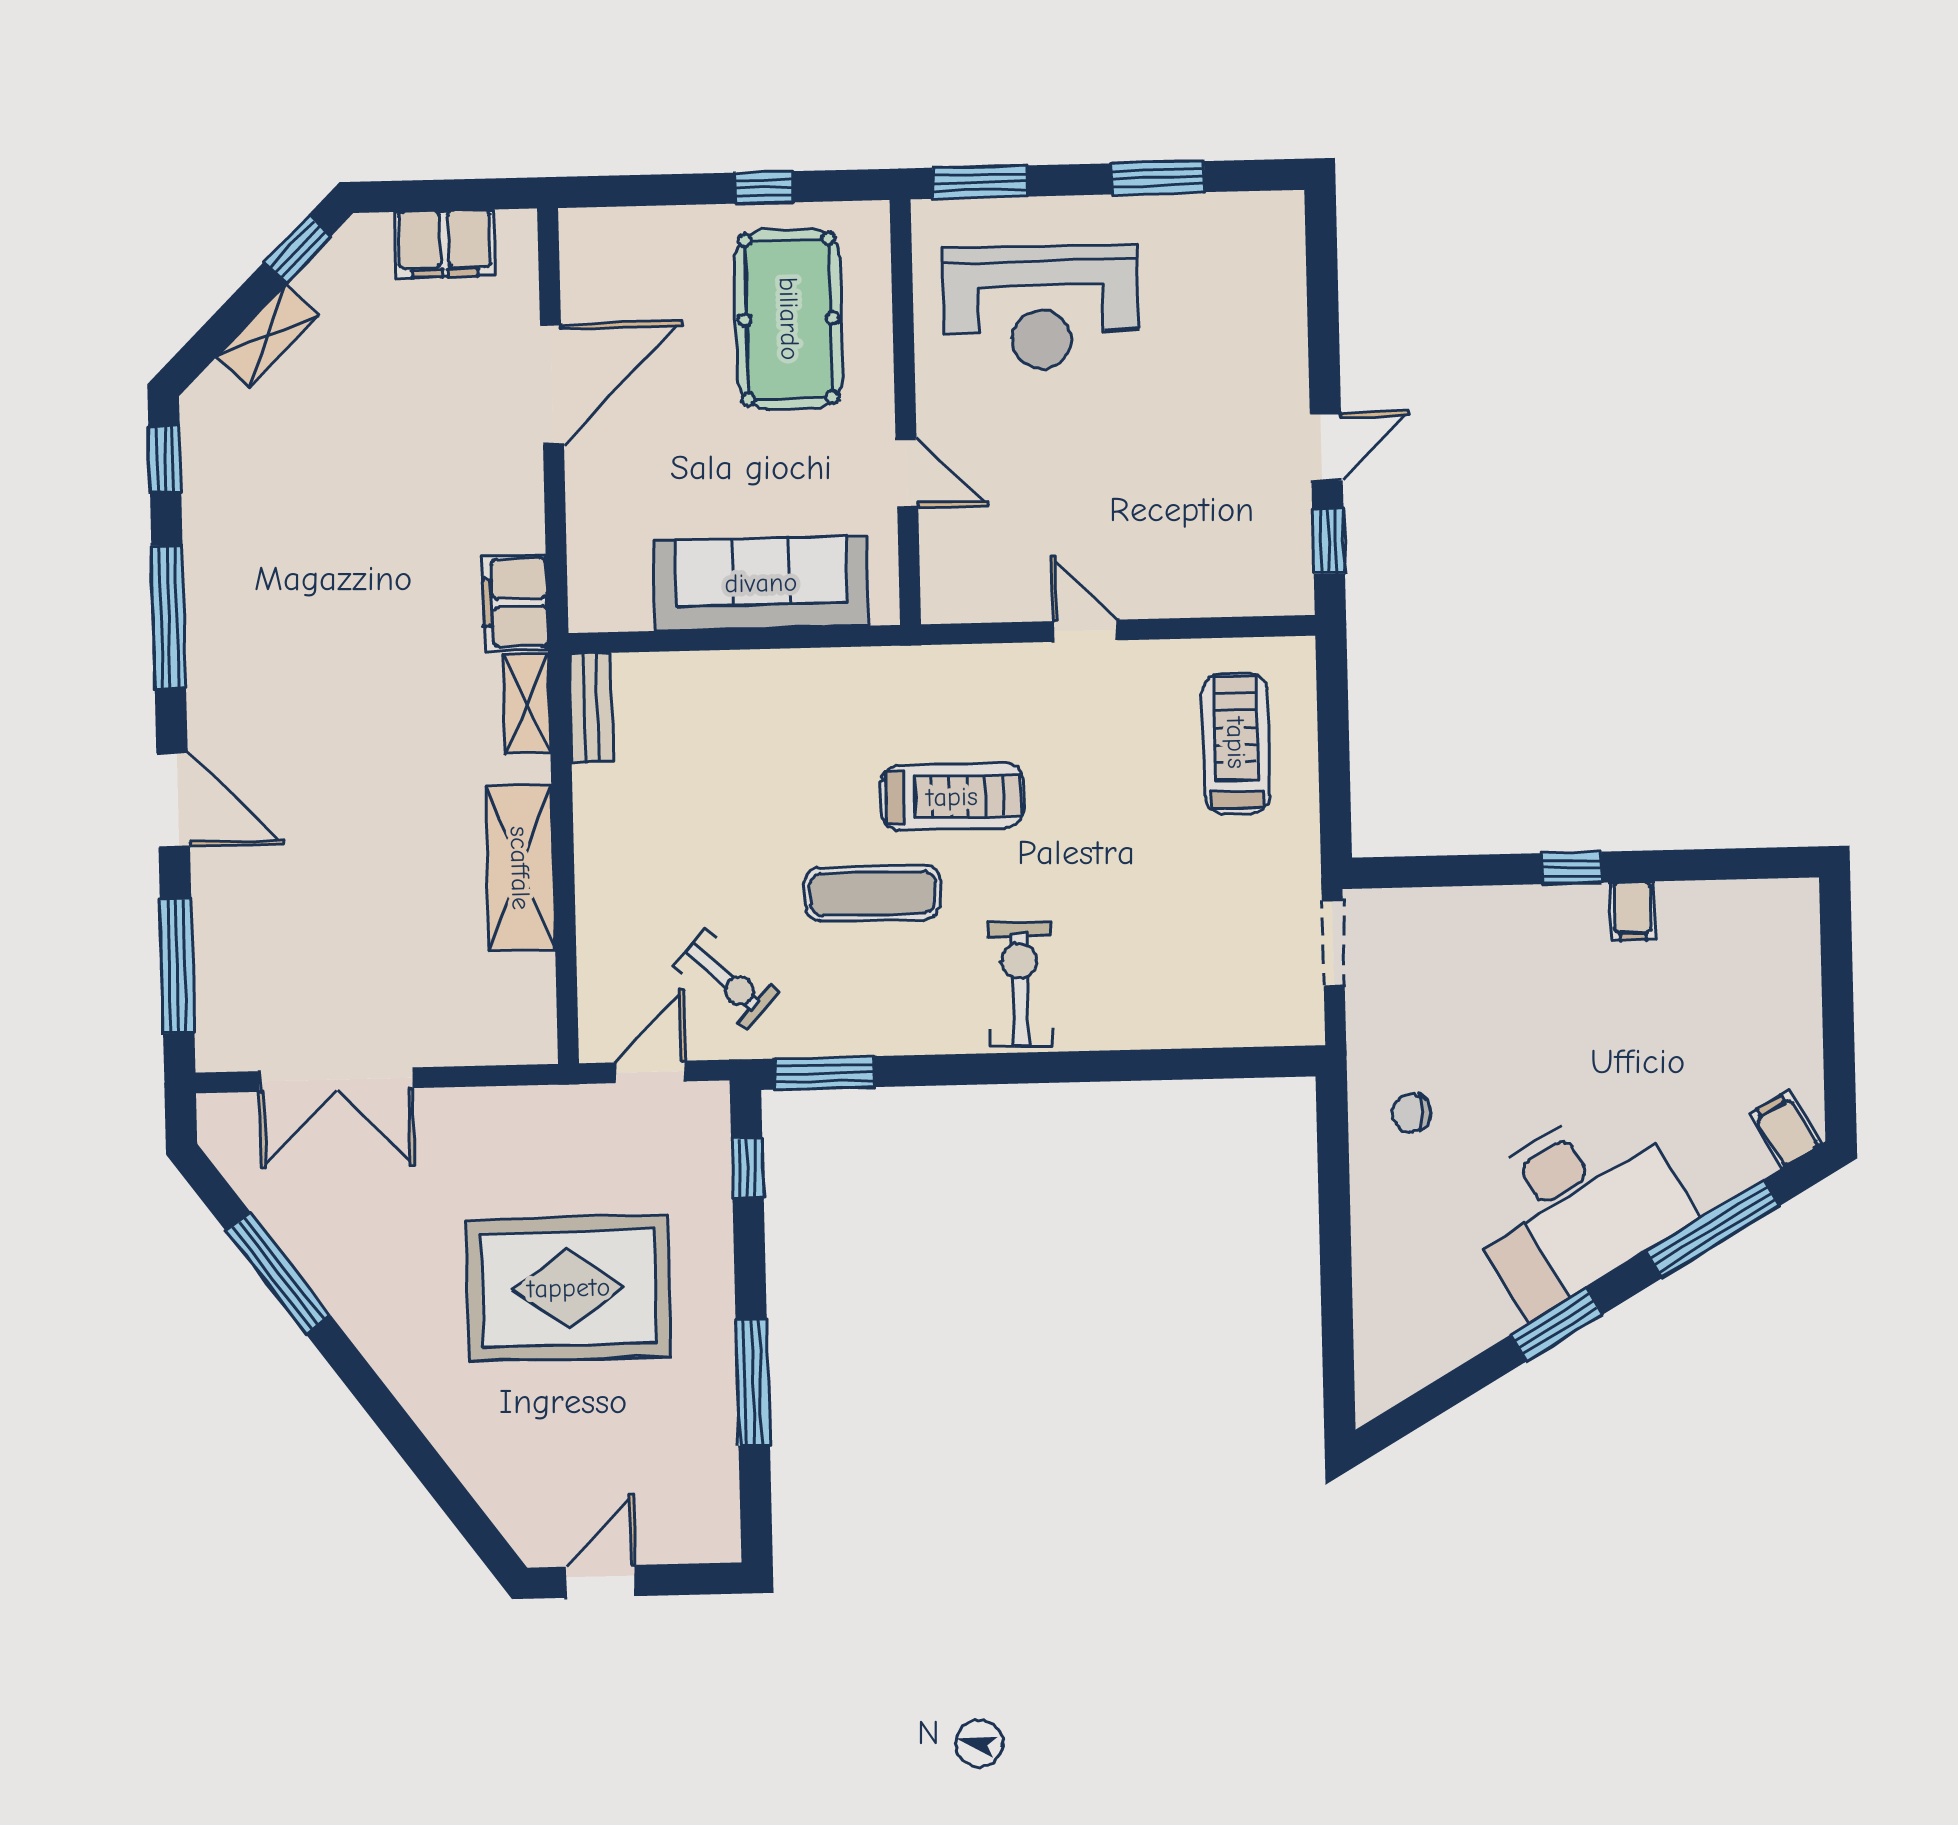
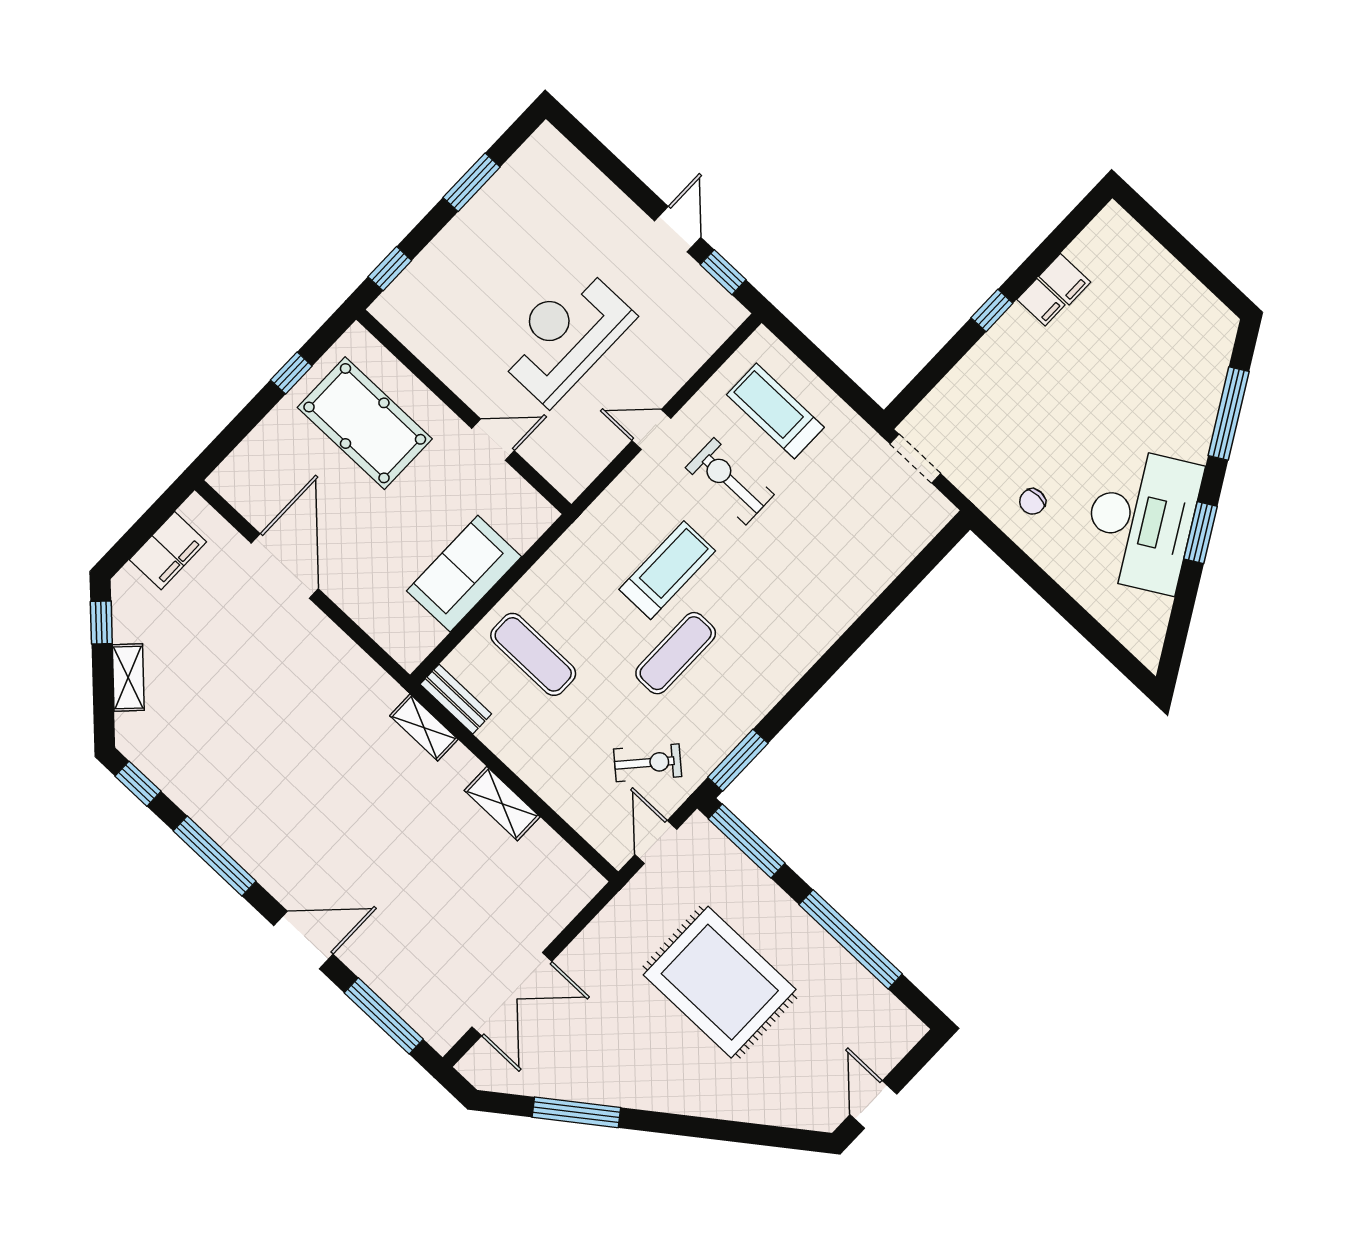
window: (980, 182) -> (390, 269), width x0.67
reception desk: (1041, 308) -> (565, 336), moved, turned 180
sofa: (761, 583) -> (464, 574), width x0.73
filing cabinet: (515, 603) -> (371, 686), removed
exercise mat: (720, 743) -> (533, 654), added
shelving: (520, 868) -> (502, 804), width x0.67, depth x0.75
exercise bike: (1020, 984) -> (730, 481), moved
filing cabinet: (1785, 1129) -> (1065, 279), moved, turned -150
window: (747, 1168) -> (747, 841), width x2.17
desk: (1575, 1206) -> (1141, 520), moved
rug: (569, 1288) -> (720, 982), turned 90
window: (753, 1382) -> (851, 939), width x1.46

